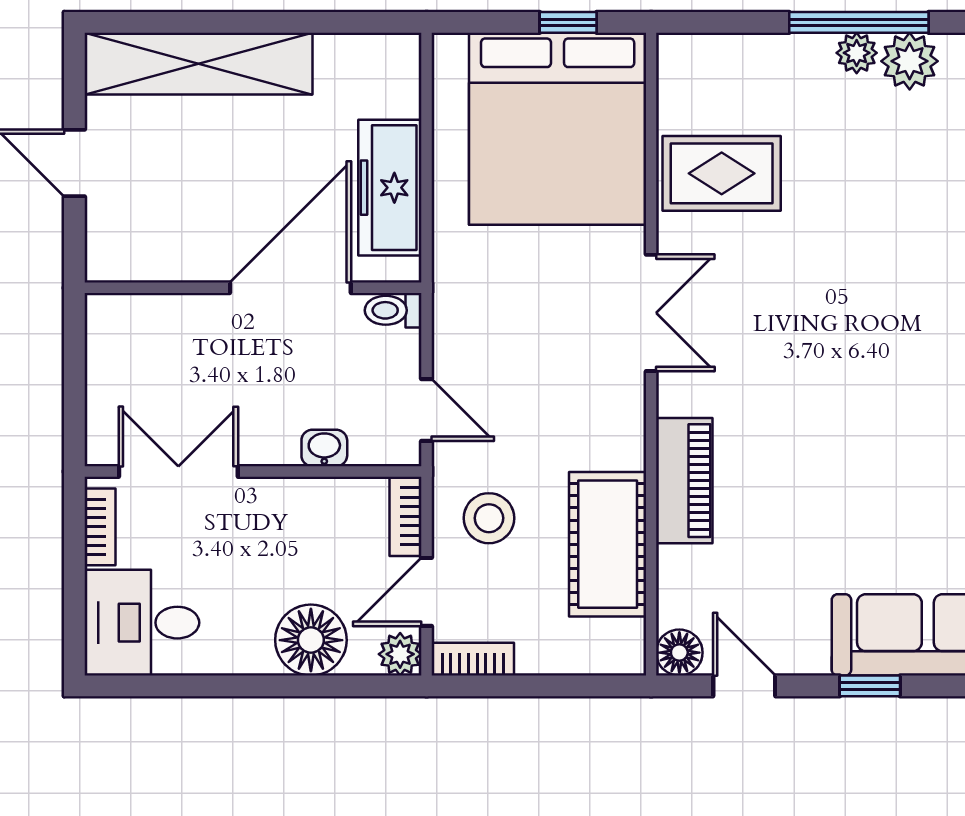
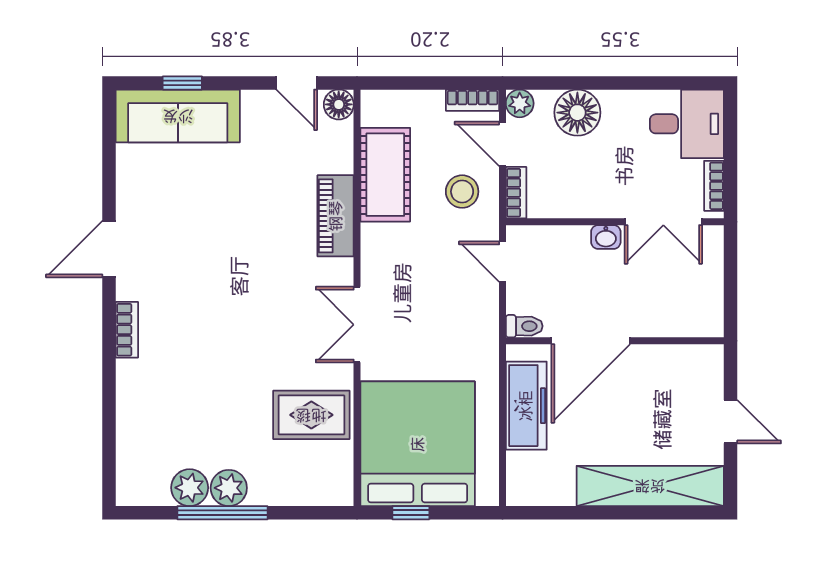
plant: (857, 53) -> (229, 488), width x1.38, depth x1.38
washbasin: (324, 448) -> (606, 237), moved
door: (427, 592) -> (502, 144), swing flipped
window: (870, 686) -> (182, 83), moved

